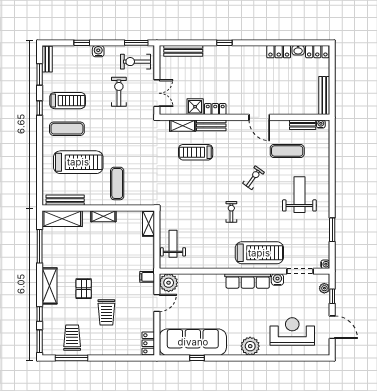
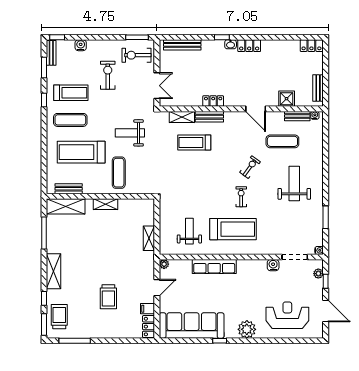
window: (82, 43) -> (57, 37), moved
washbasin: (298, 50) -> (231, 44), moved
water cooler: (98, 51) -> (81, 45), moved
locker: (279, 52) -> (249, 46), moved
exercise bike: (119, 92) -> (108, 75), moved
bench: (324, 96) -> (318, 88), width x0.73
shower: (195, 107) -> (287, 99), moved
weight bench: (129, 142) -> (130, 133), added
treadmill: (78, 162) -> (81, 152), turned 180
bench: (65, 200) -> (69, 189), width x0.73
exercise bike: (231, 212) -> (241, 197), moved
shelving: (149, 223) -> (149, 238), moved
weight bench: (173, 244) -> (189, 231), moved
treadmill: (259, 253) -> (233, 229), moved
filing cabinet: (147, 277) -> (148, 309), moved
row of seats: (248, 281) -> (214, 266), moved
plant: (169, 283) -> (164, 264), width x0.53, depth x0.53
pallet: (84, 289) -> (86, 274), removed
trolley: (72, 338) -> (59, 317), moved
window: (197, 358) -> (220, 341), moved

